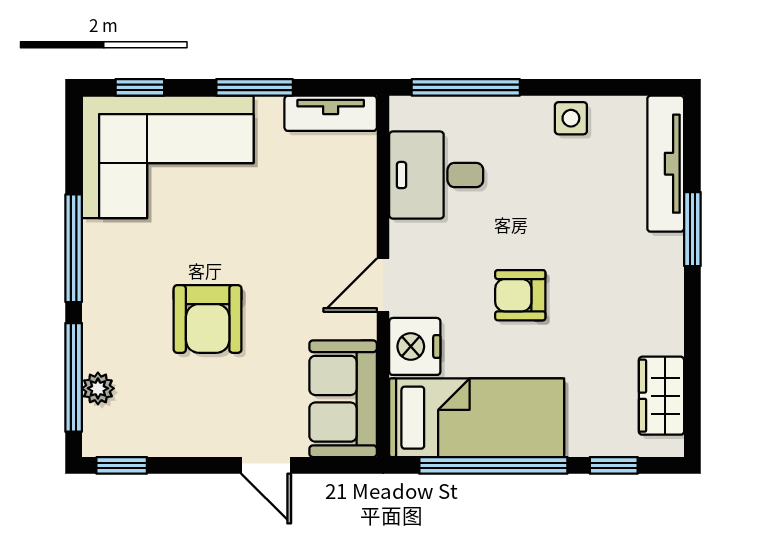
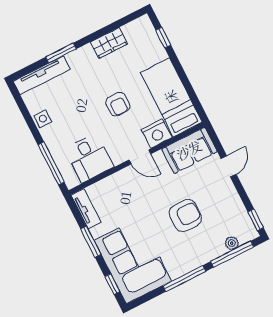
wardrobe: (661, 396) -> (109, 43), moved
window: (493, 465) -> (186, 82), removed

